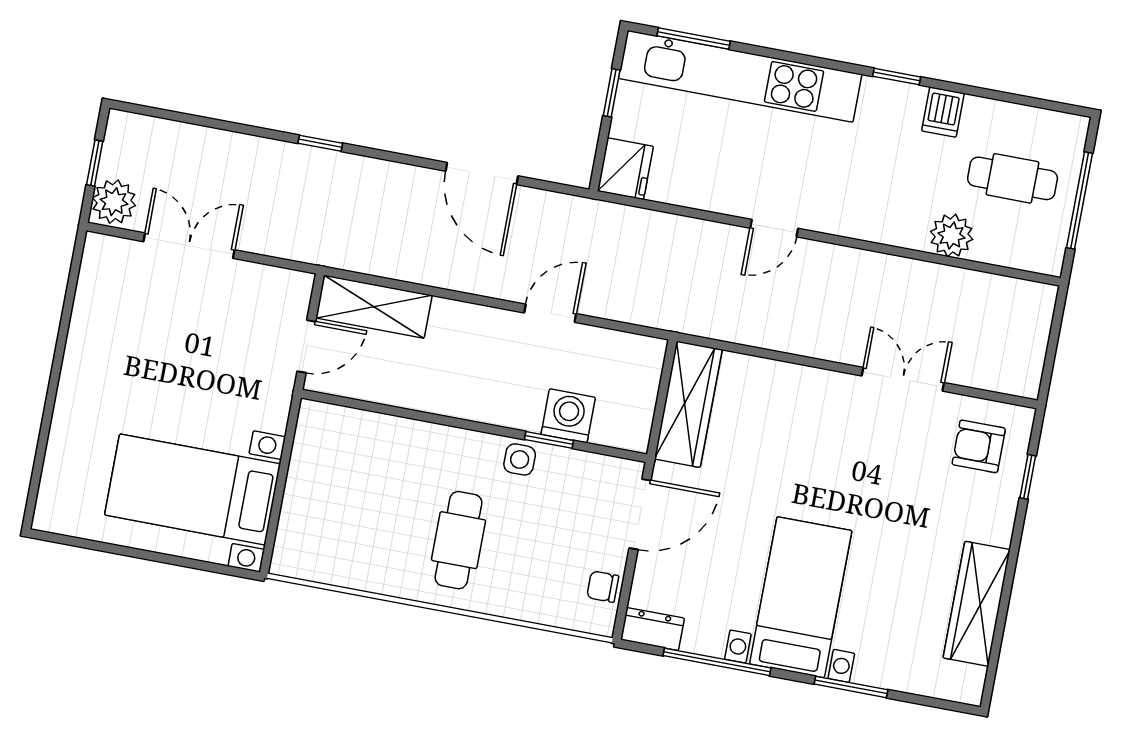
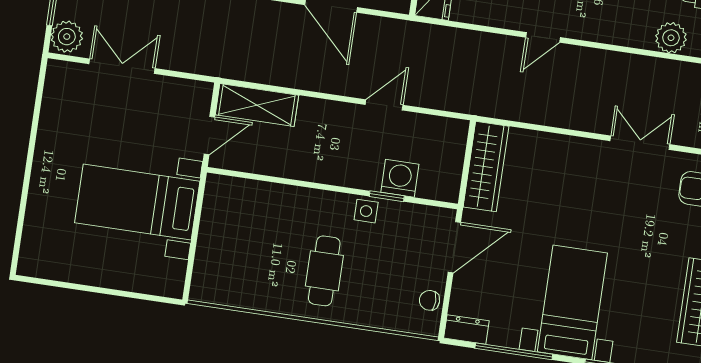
bed with nightstands: (193, 489) -> (137, 202), moved

